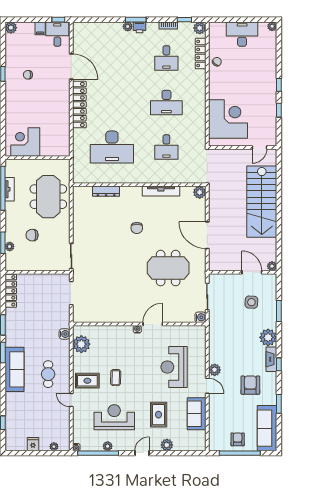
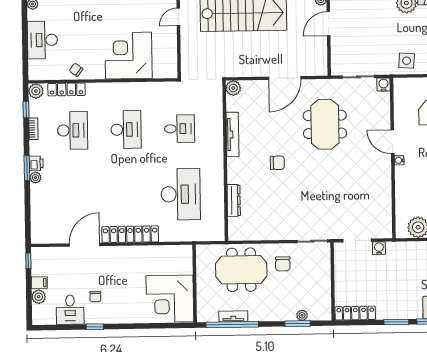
plant: (11, 28) -> (39, 297), moved
desk: (57, 34) -> (70, 310), moved, turned -90
desk: (166, 58) -> (73, 130), width x1.37
corner desk: (228, 119) -> (128, 56), moved
corner desk: (25, 142) -> (170, 299), width x1.36, depth x1.36
door: (259, 147) -> (178, 17), swing flipped
chair: (32, 235) -> (283, 264), moved
side table: (251, 302) -> (407, 61), moved
water cooler: (65, 334) -> (379, 248), moved

